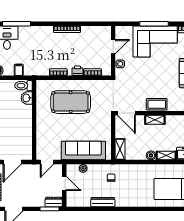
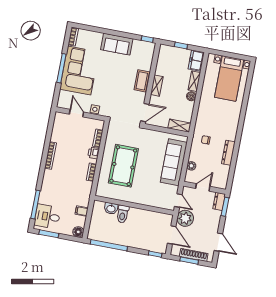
toilet: (23, 86) -> (123, 214), moved
plant: (31, 172) -> (185, 218), added

